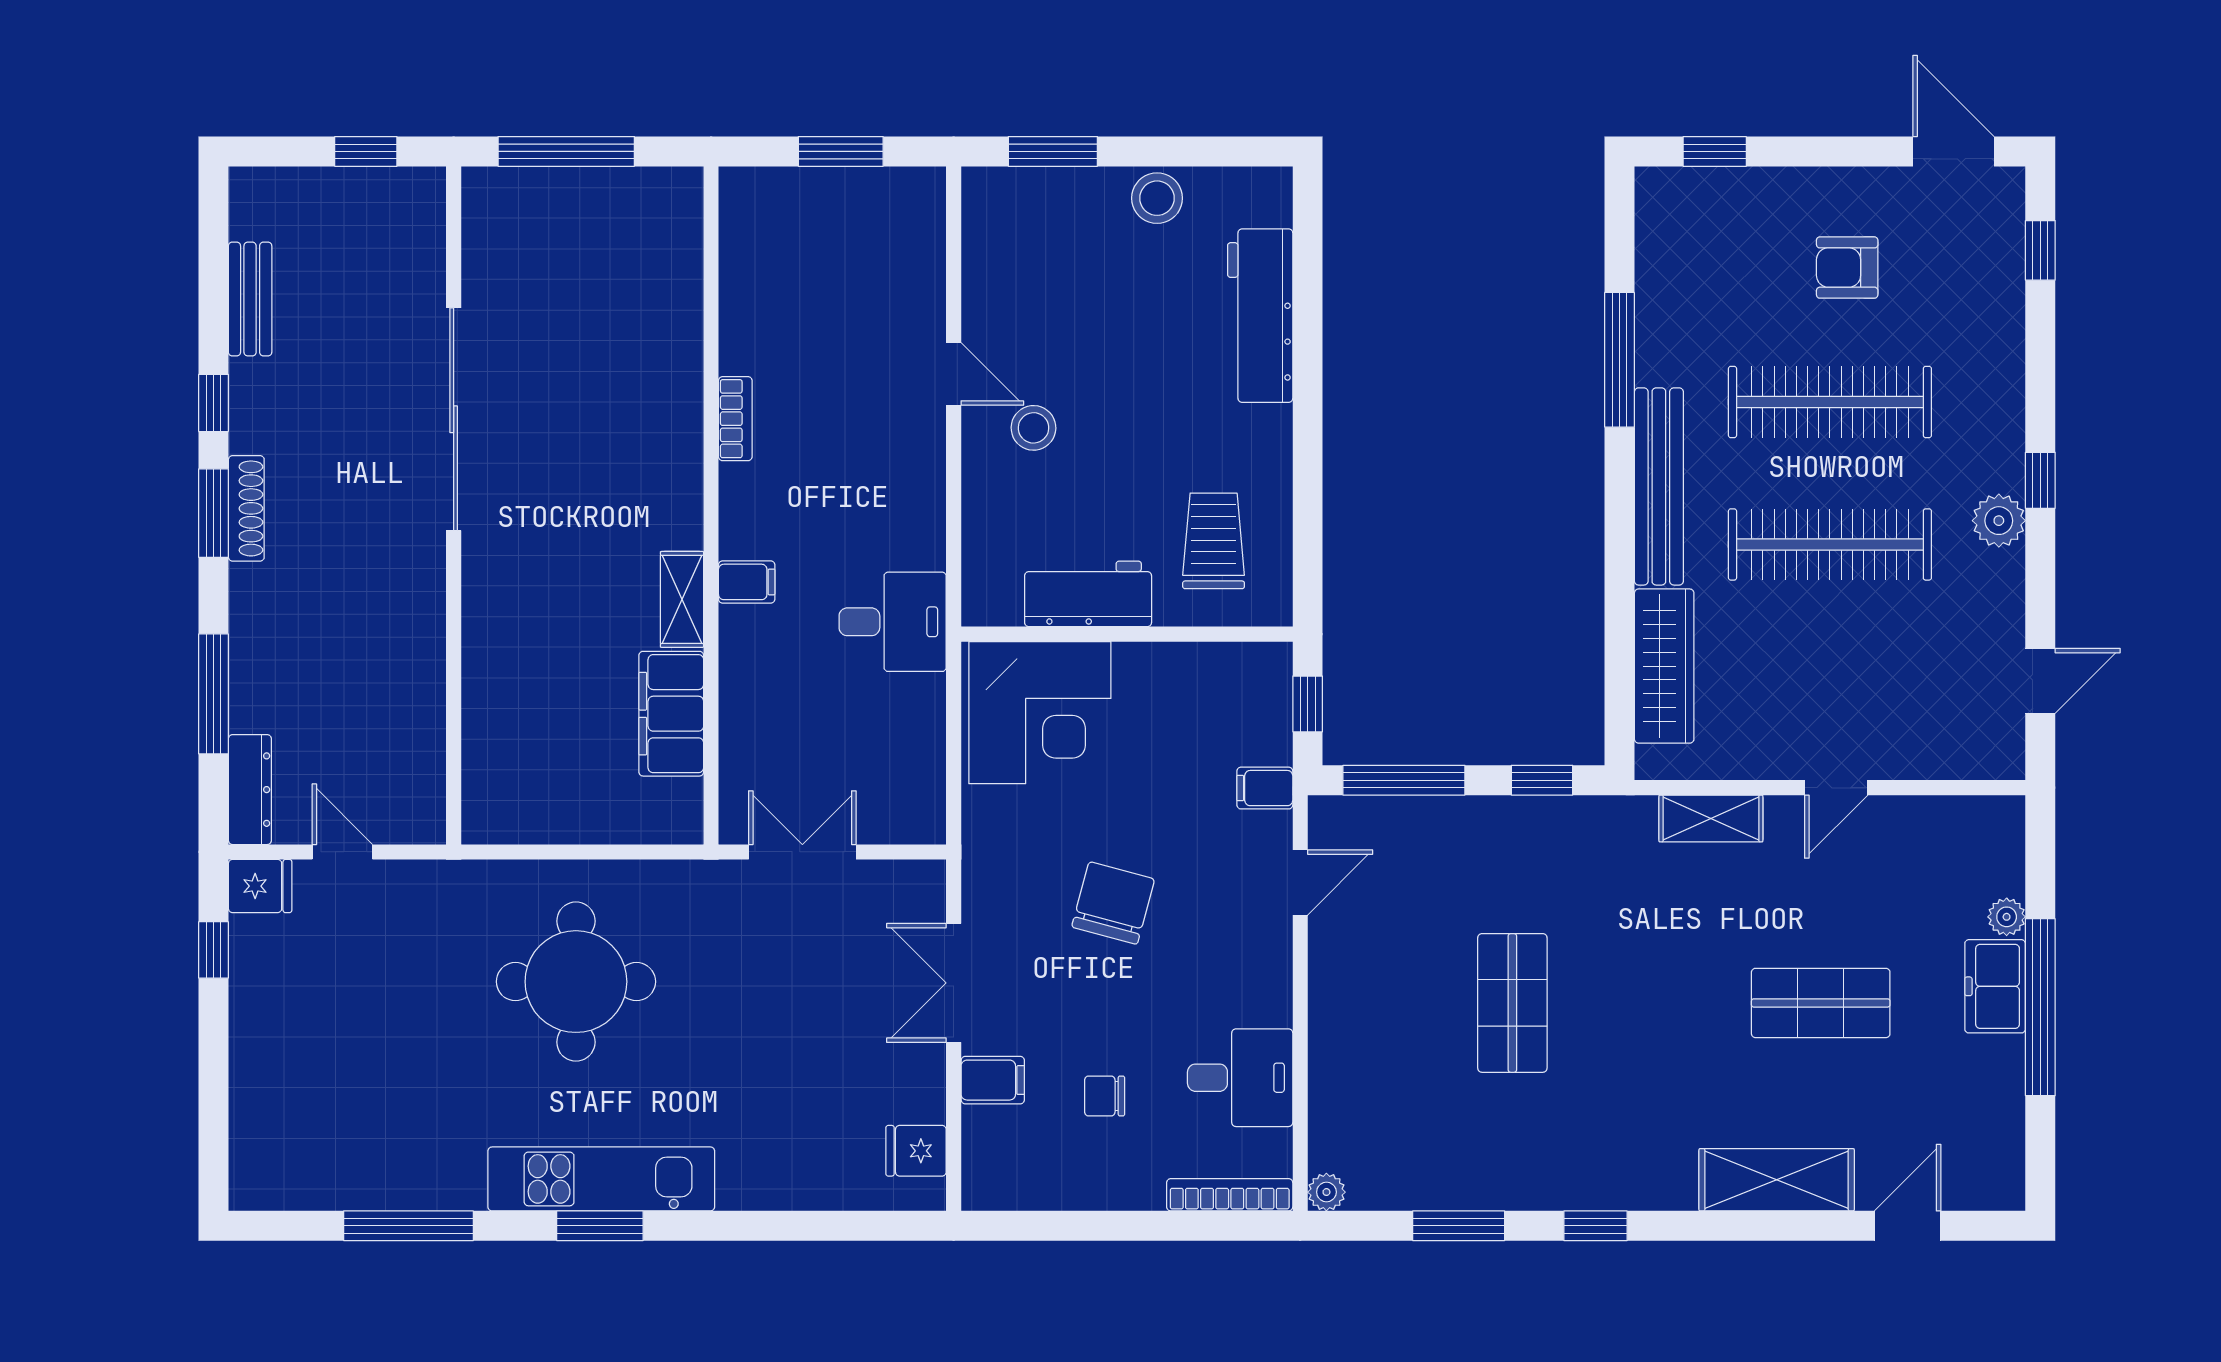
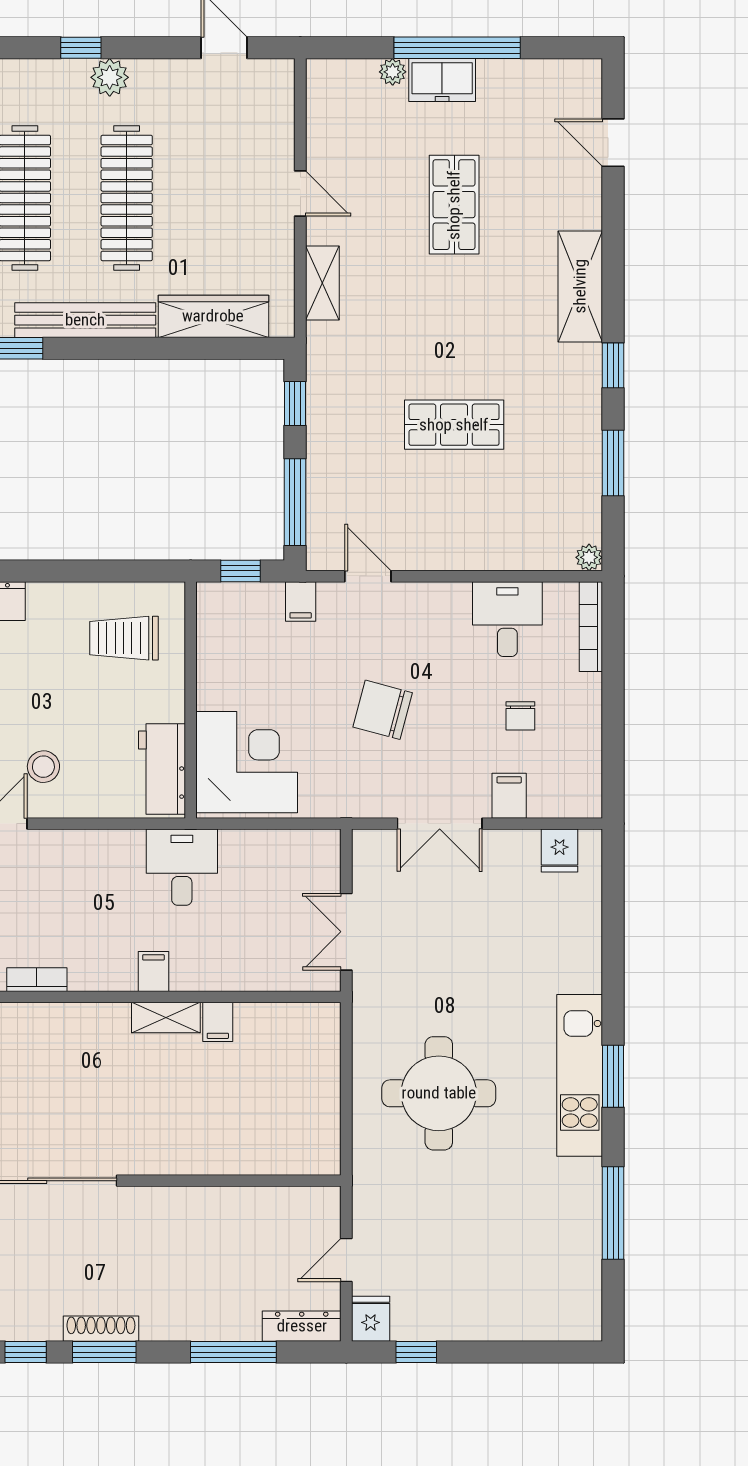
workbench: (1088, 594) -> (162, 769), moved
filing cabinet: (671, 714) -> (218, 1022), width x0.33, depth x0.86
shelving: (1777, 1180) -> (580, 286), moved

